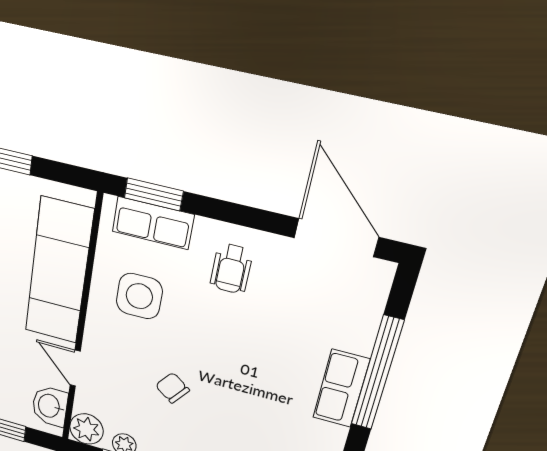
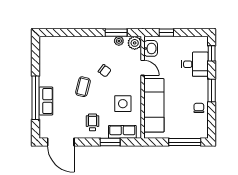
window: (154, 194) -> (110, 142), moved
coffee table: (238, 366) -> (83, 87), added
row of seats: (341, 388) -> (46, 101), moved

